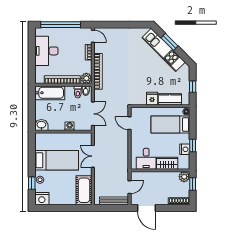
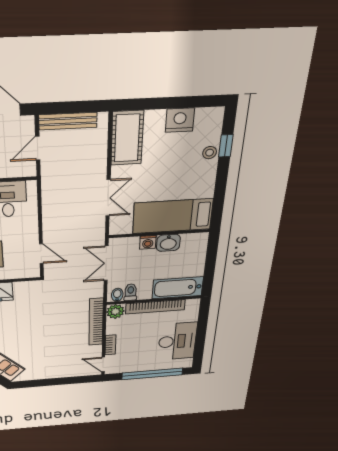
washbasin: (41, 125) -> (168, 243), moved
bed: (57, 160) -> (173, 216), moved
nightstand: (42, 199) -> (180, 120), moved

